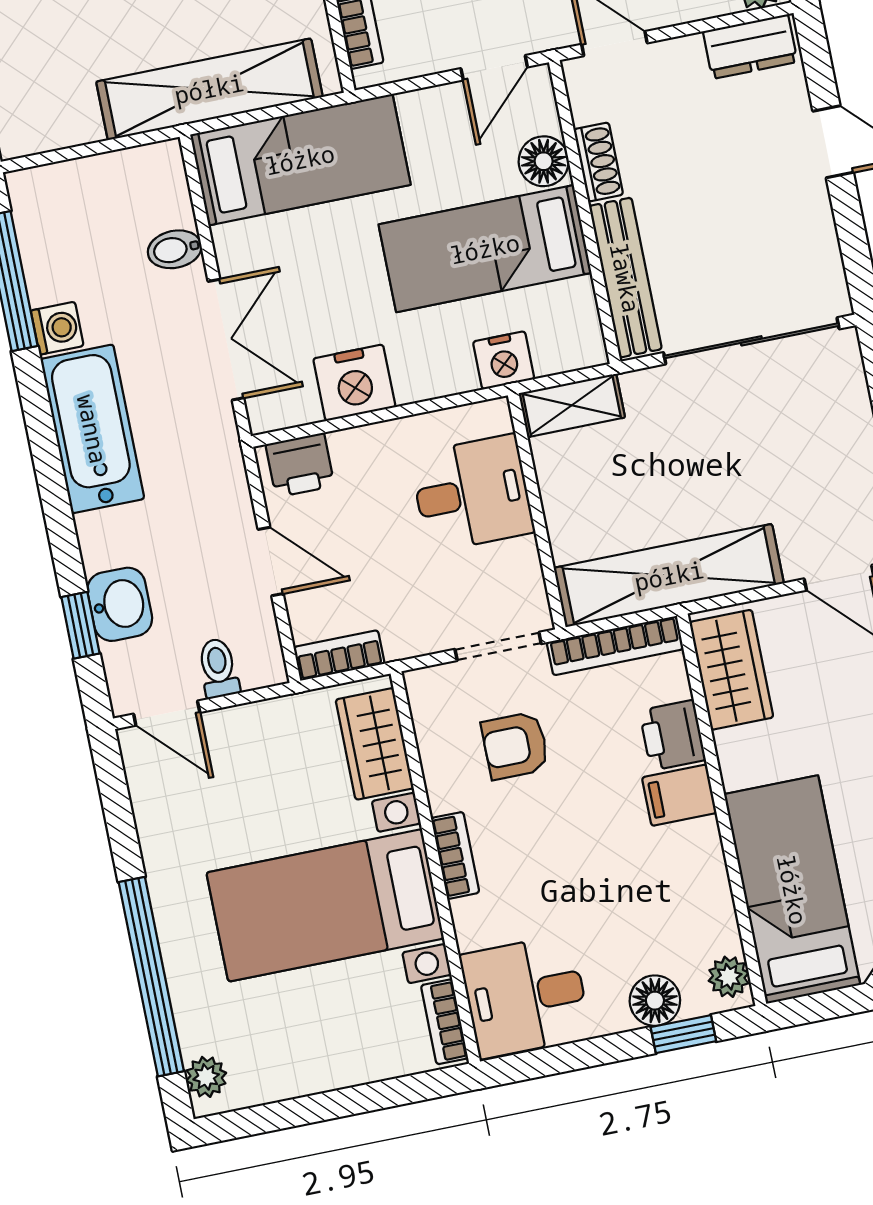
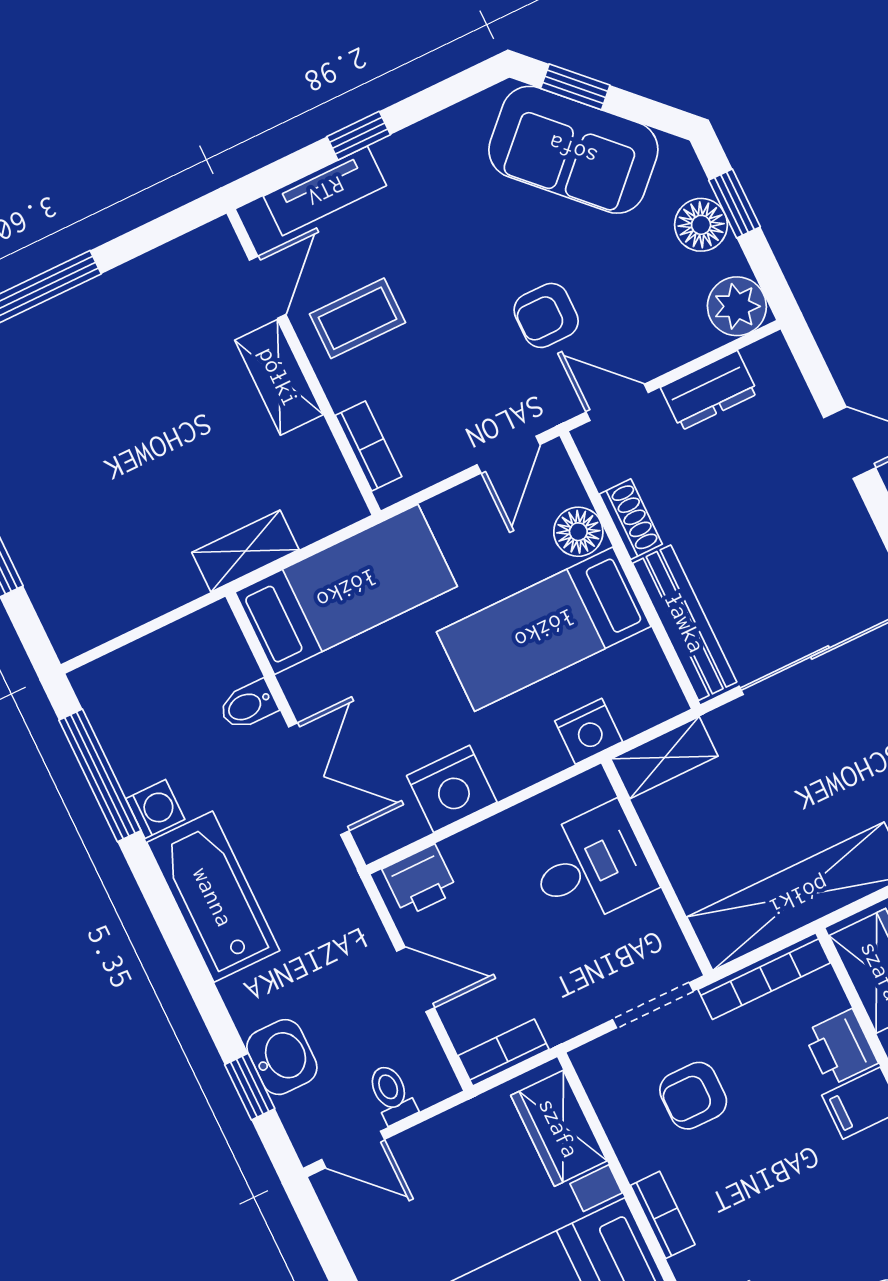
dresser: (750, 47) -> (709, 391), moved
shelving: (209, 89) -> (245, 551), width x0.45, depth x0.75

